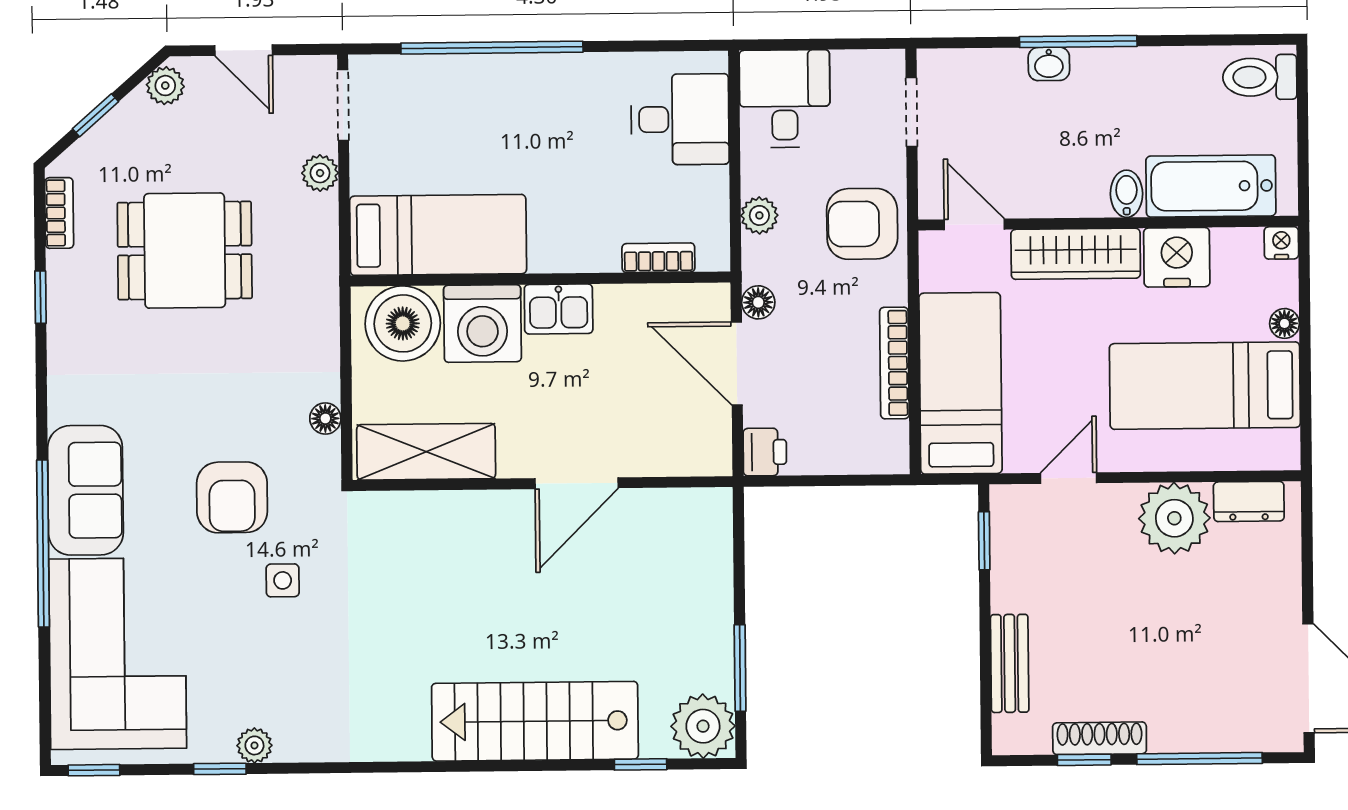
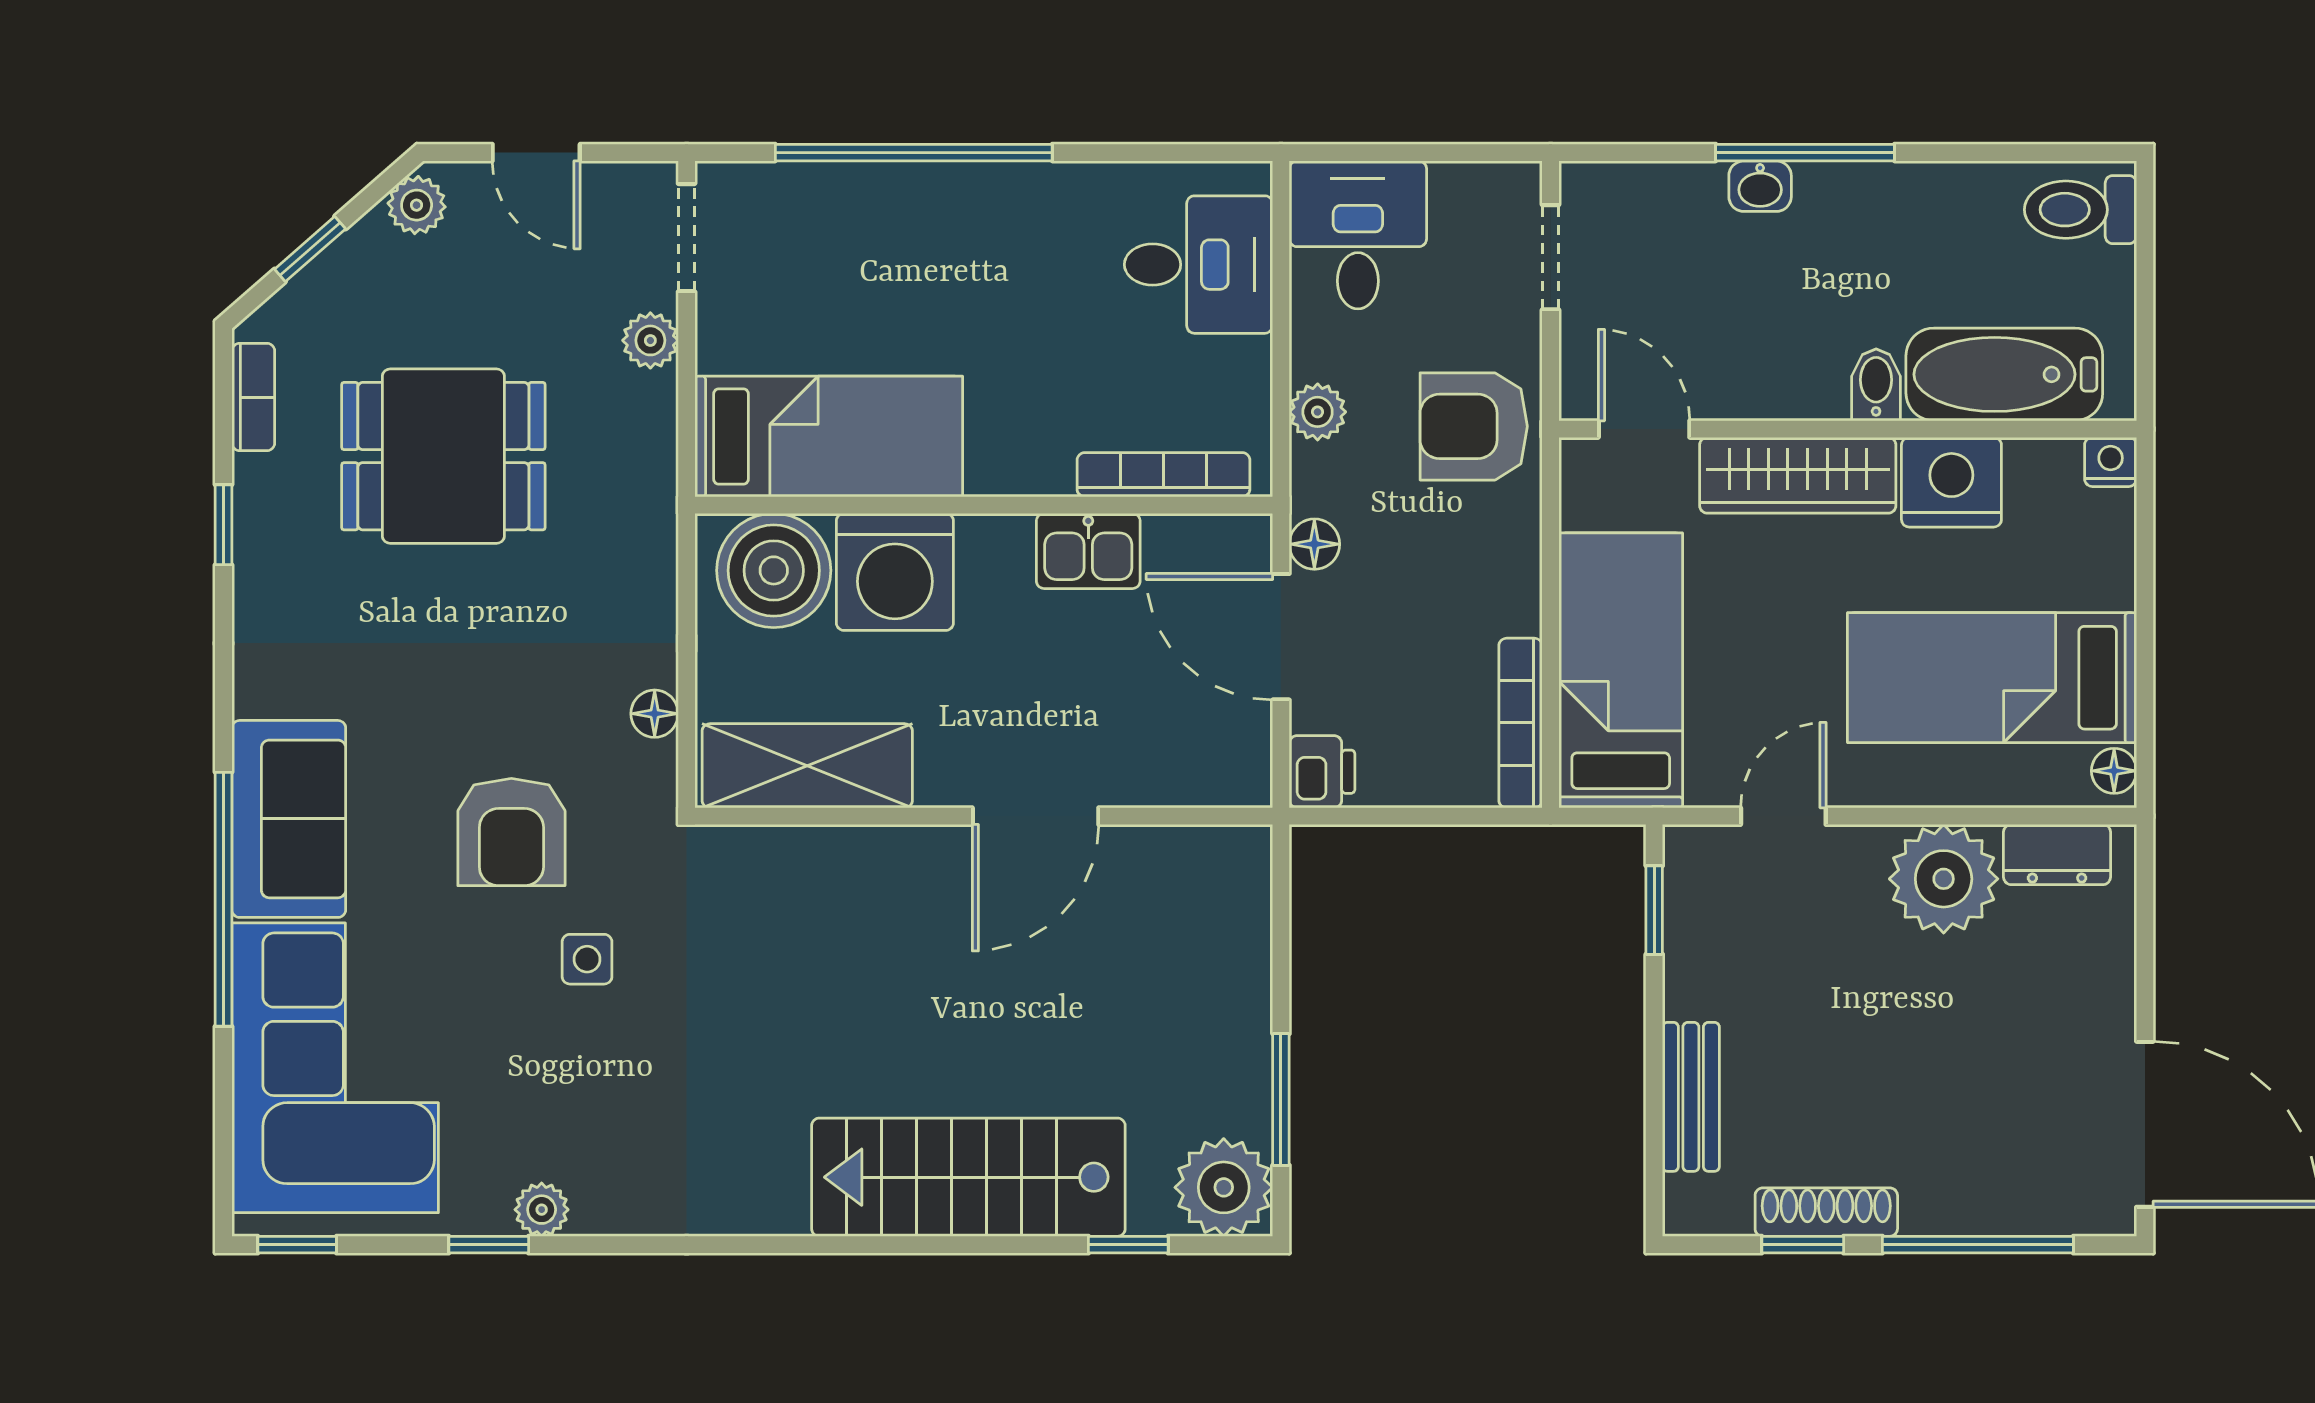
bookcase: (658, 258) -> (1163, 475), width x1.56
kitchen sink: (559, 309) -> (1088, 551), moved
floor lamp: (1284, 323) -> (2114, 771), moved
bookcase: (894, 363) -> (1520, 723), moved

